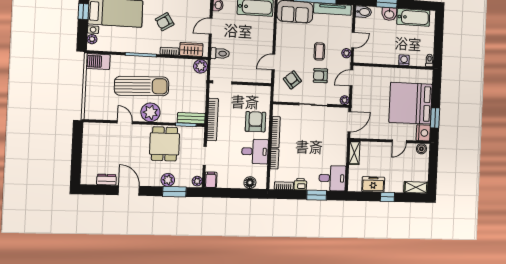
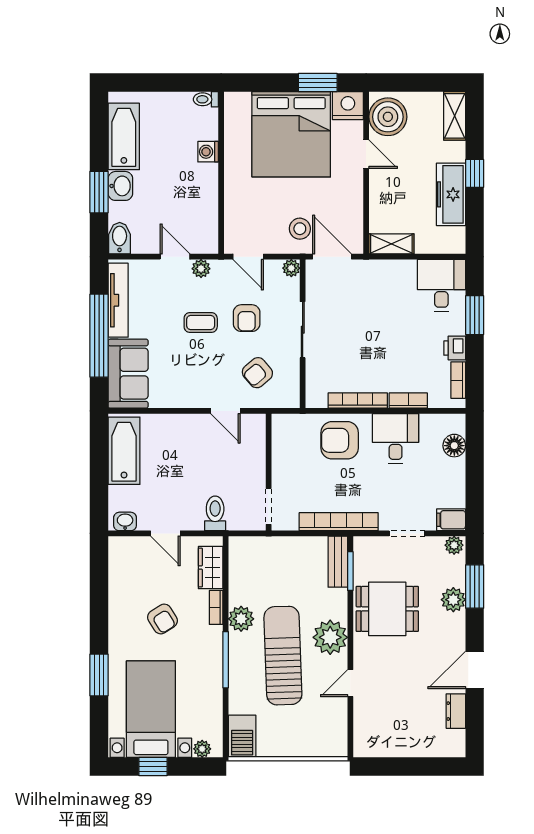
plant: (201, 66) -> (241, 619), moved
stool: (364, 106) -> (300, 229), added
boiler: (421, 149) -> (388, 117), width x1.86, depth x1.86
freezer: (373, 184) -> (451, 194), width x1.40

